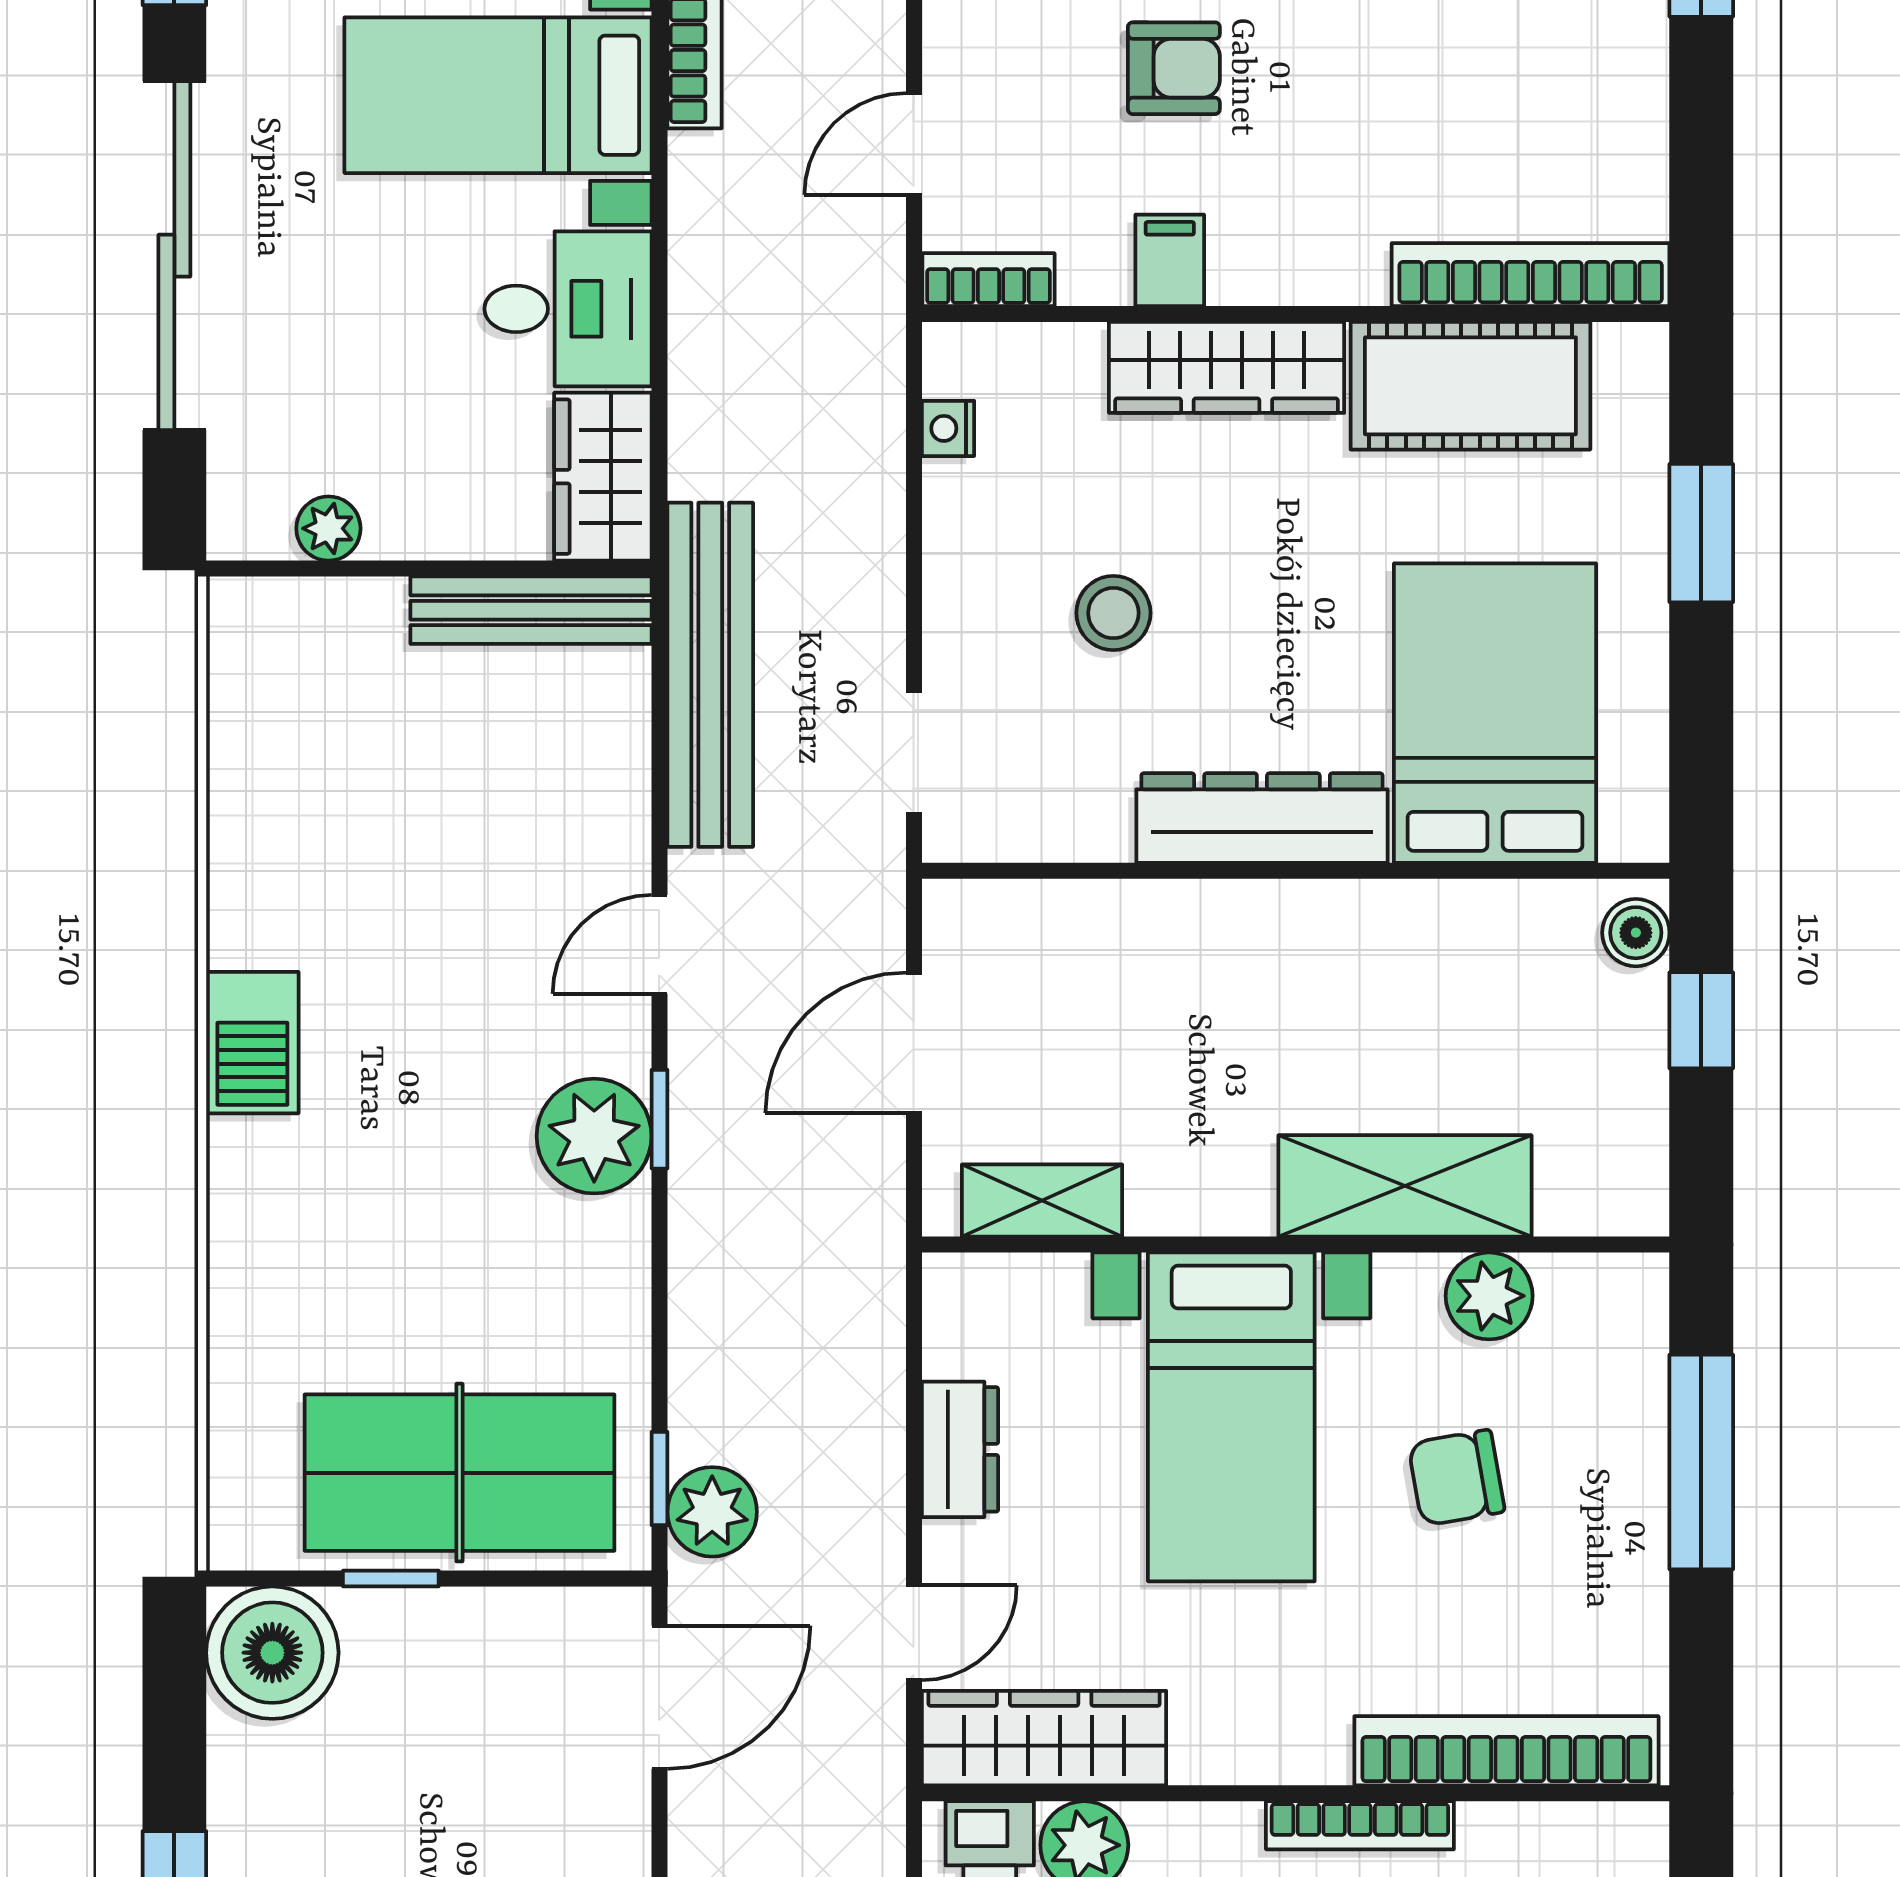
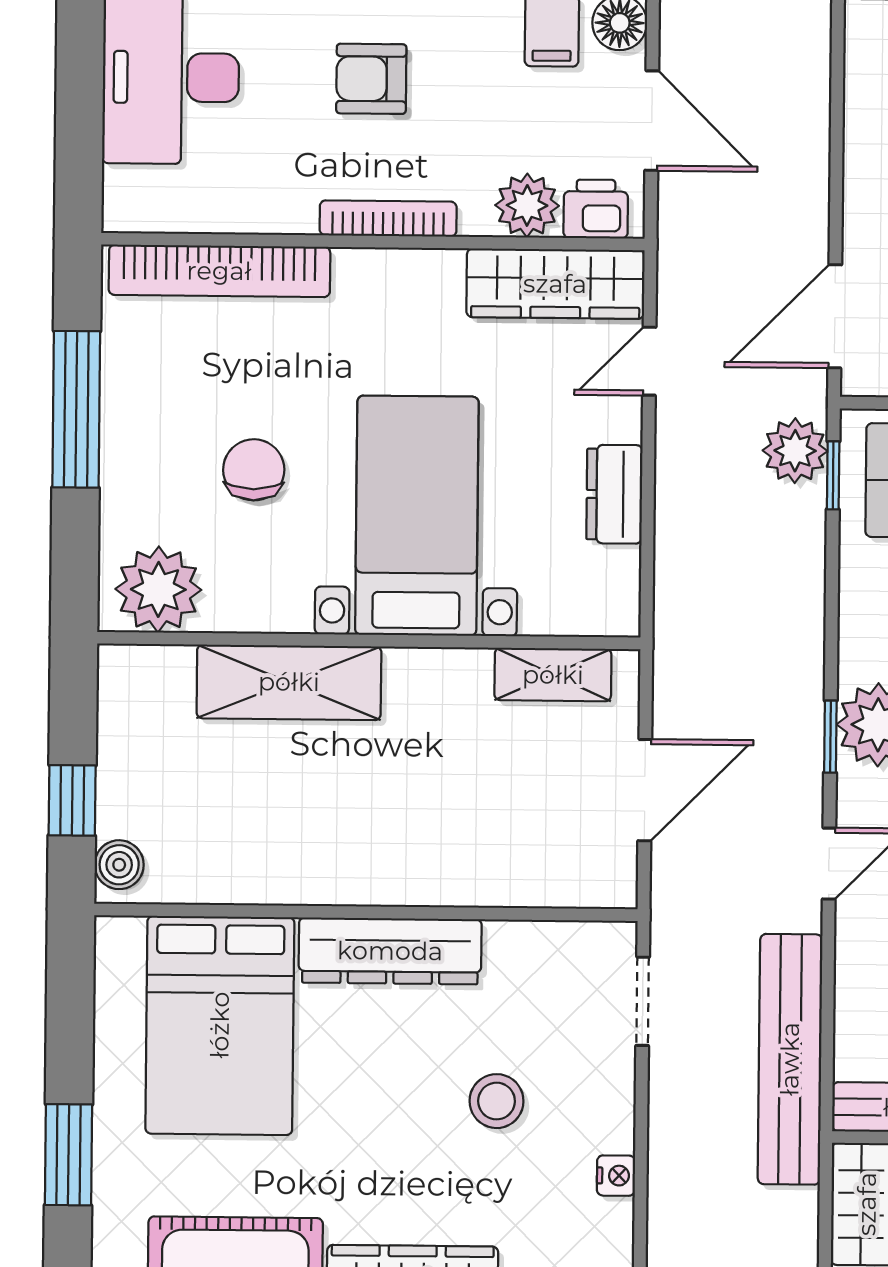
nightstand: (948, 428) -> (616, 1176), moved
plant: (1489, 1296) -> (158, 589), moved, width x1.36, depth x1.36
window: (1701, 1462) -> (76, 409), moved
chair: (1456, 1478) -> (254, 470), turned -80
bookcase: (1360, 1825) -> (388, 218), moved

